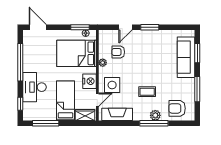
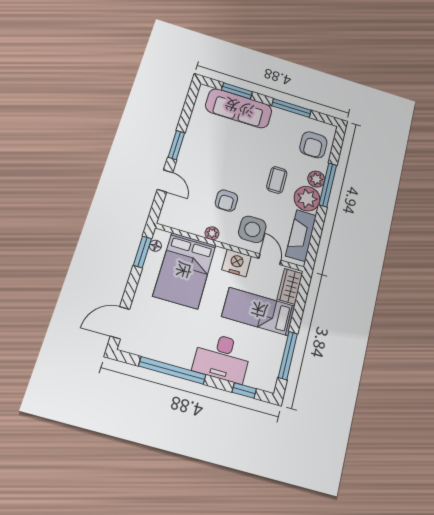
armchair: (118, 52) -> (226, 201), moved
plant: (141, 113) -> (307, 199), added

